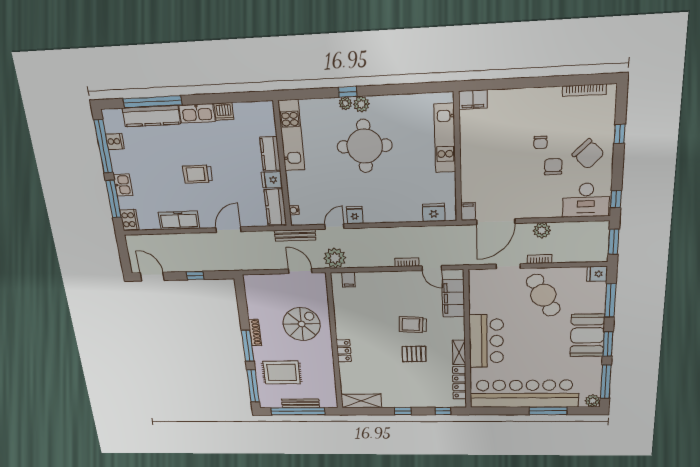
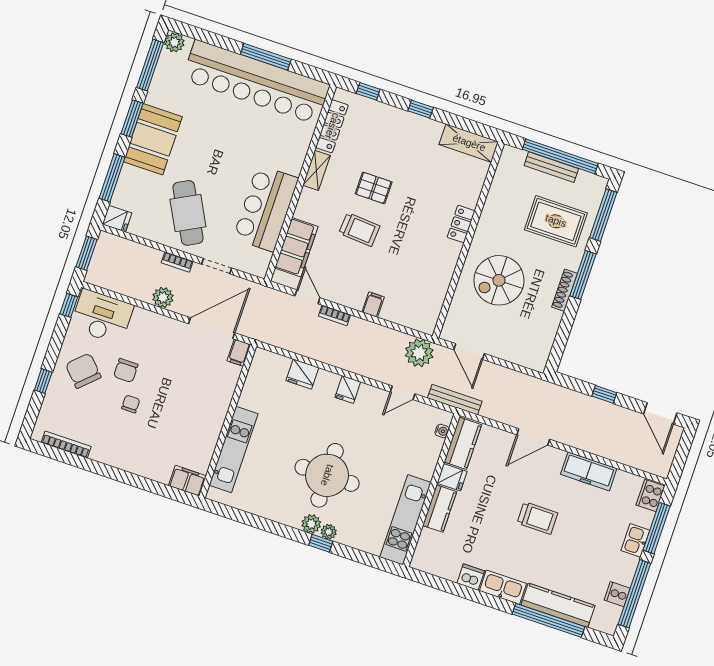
fridge: (434, 213) -> (302, 374), moved
fridge: (355, 215) -> (348, 389), moved
filing cabinet: (348, 280) -> (373, 305), moved
bar counter: (486, 341) -> (266, 208), moved
window: (548, 411) -> (266, 57), moved

